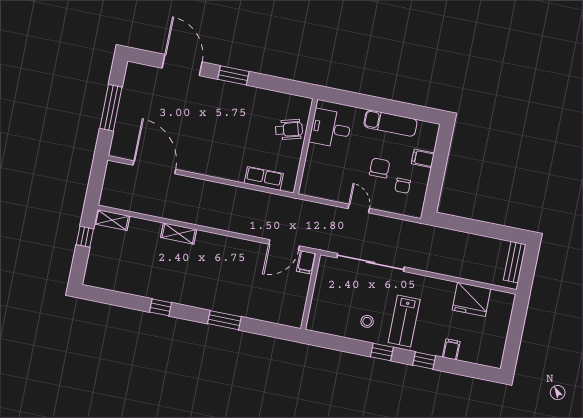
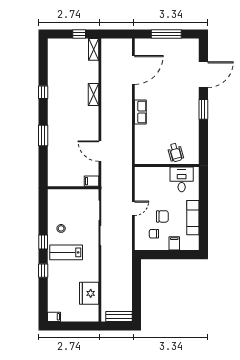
row of seats: (264, 178) -> (140, 112), moved
door: (284, 245) -> (100, 151), moved
filing cabinet: (451, 349) -> (54, 317), moved

